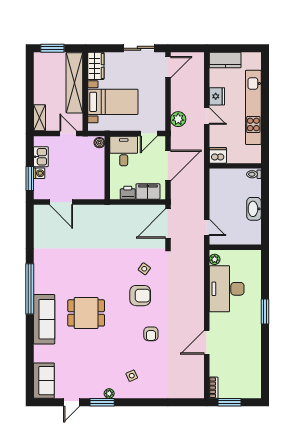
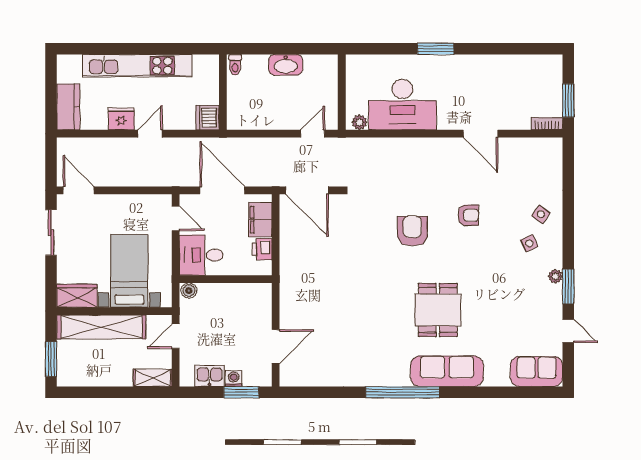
plant: (178, 119) -> (155, 176), removed
side table: (144, 269) -> (541, 214), moved

